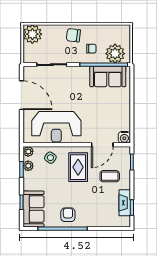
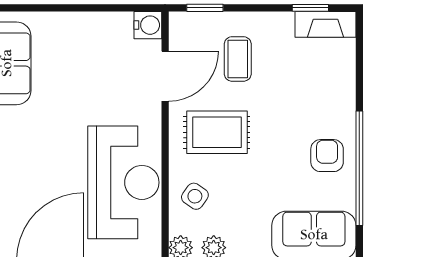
door: (102, 145) -> (165, 76), hinge flipped
fireplace: (125, 203) -> (326, 24), moved
armchair: (68, 215) -> (327, 156), turned 90

